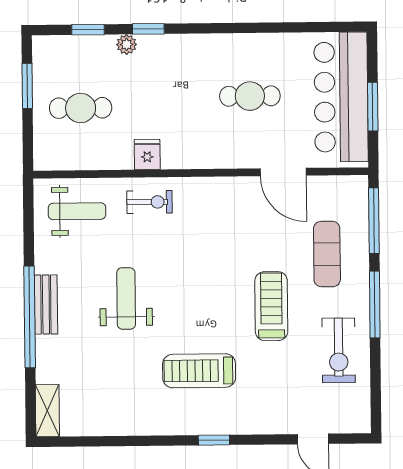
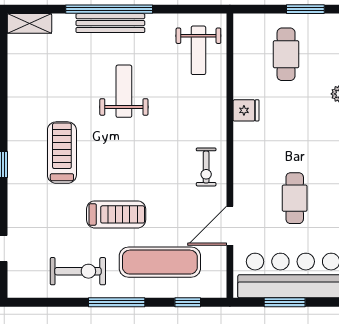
exercise bike: (149, 202) -> (206, 167), moved
window: (374, 221) -> (188, 302), width x0.46
exercise mat: (327, 254) -> (160, 262), width x1.36, depth x1.45
weight bench: (126, 298) -> (124, 91), turned -90
bench: (46, 305) -> (110, 23), width x1.36
exercise bike: (339, 350) -> (78, 271), turned 180

